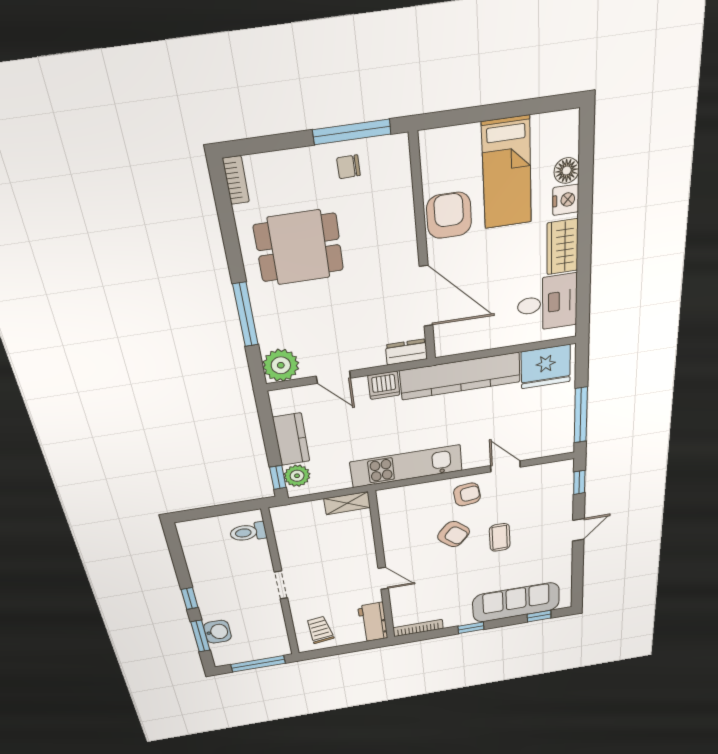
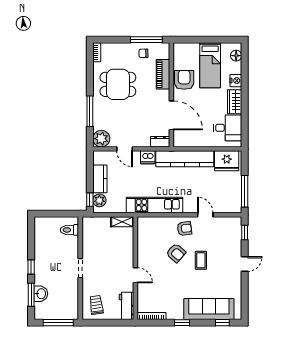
floor lamp: (567, 171) -> (236, 56), moved
piano: (400, 210) -> (163, 74), added

